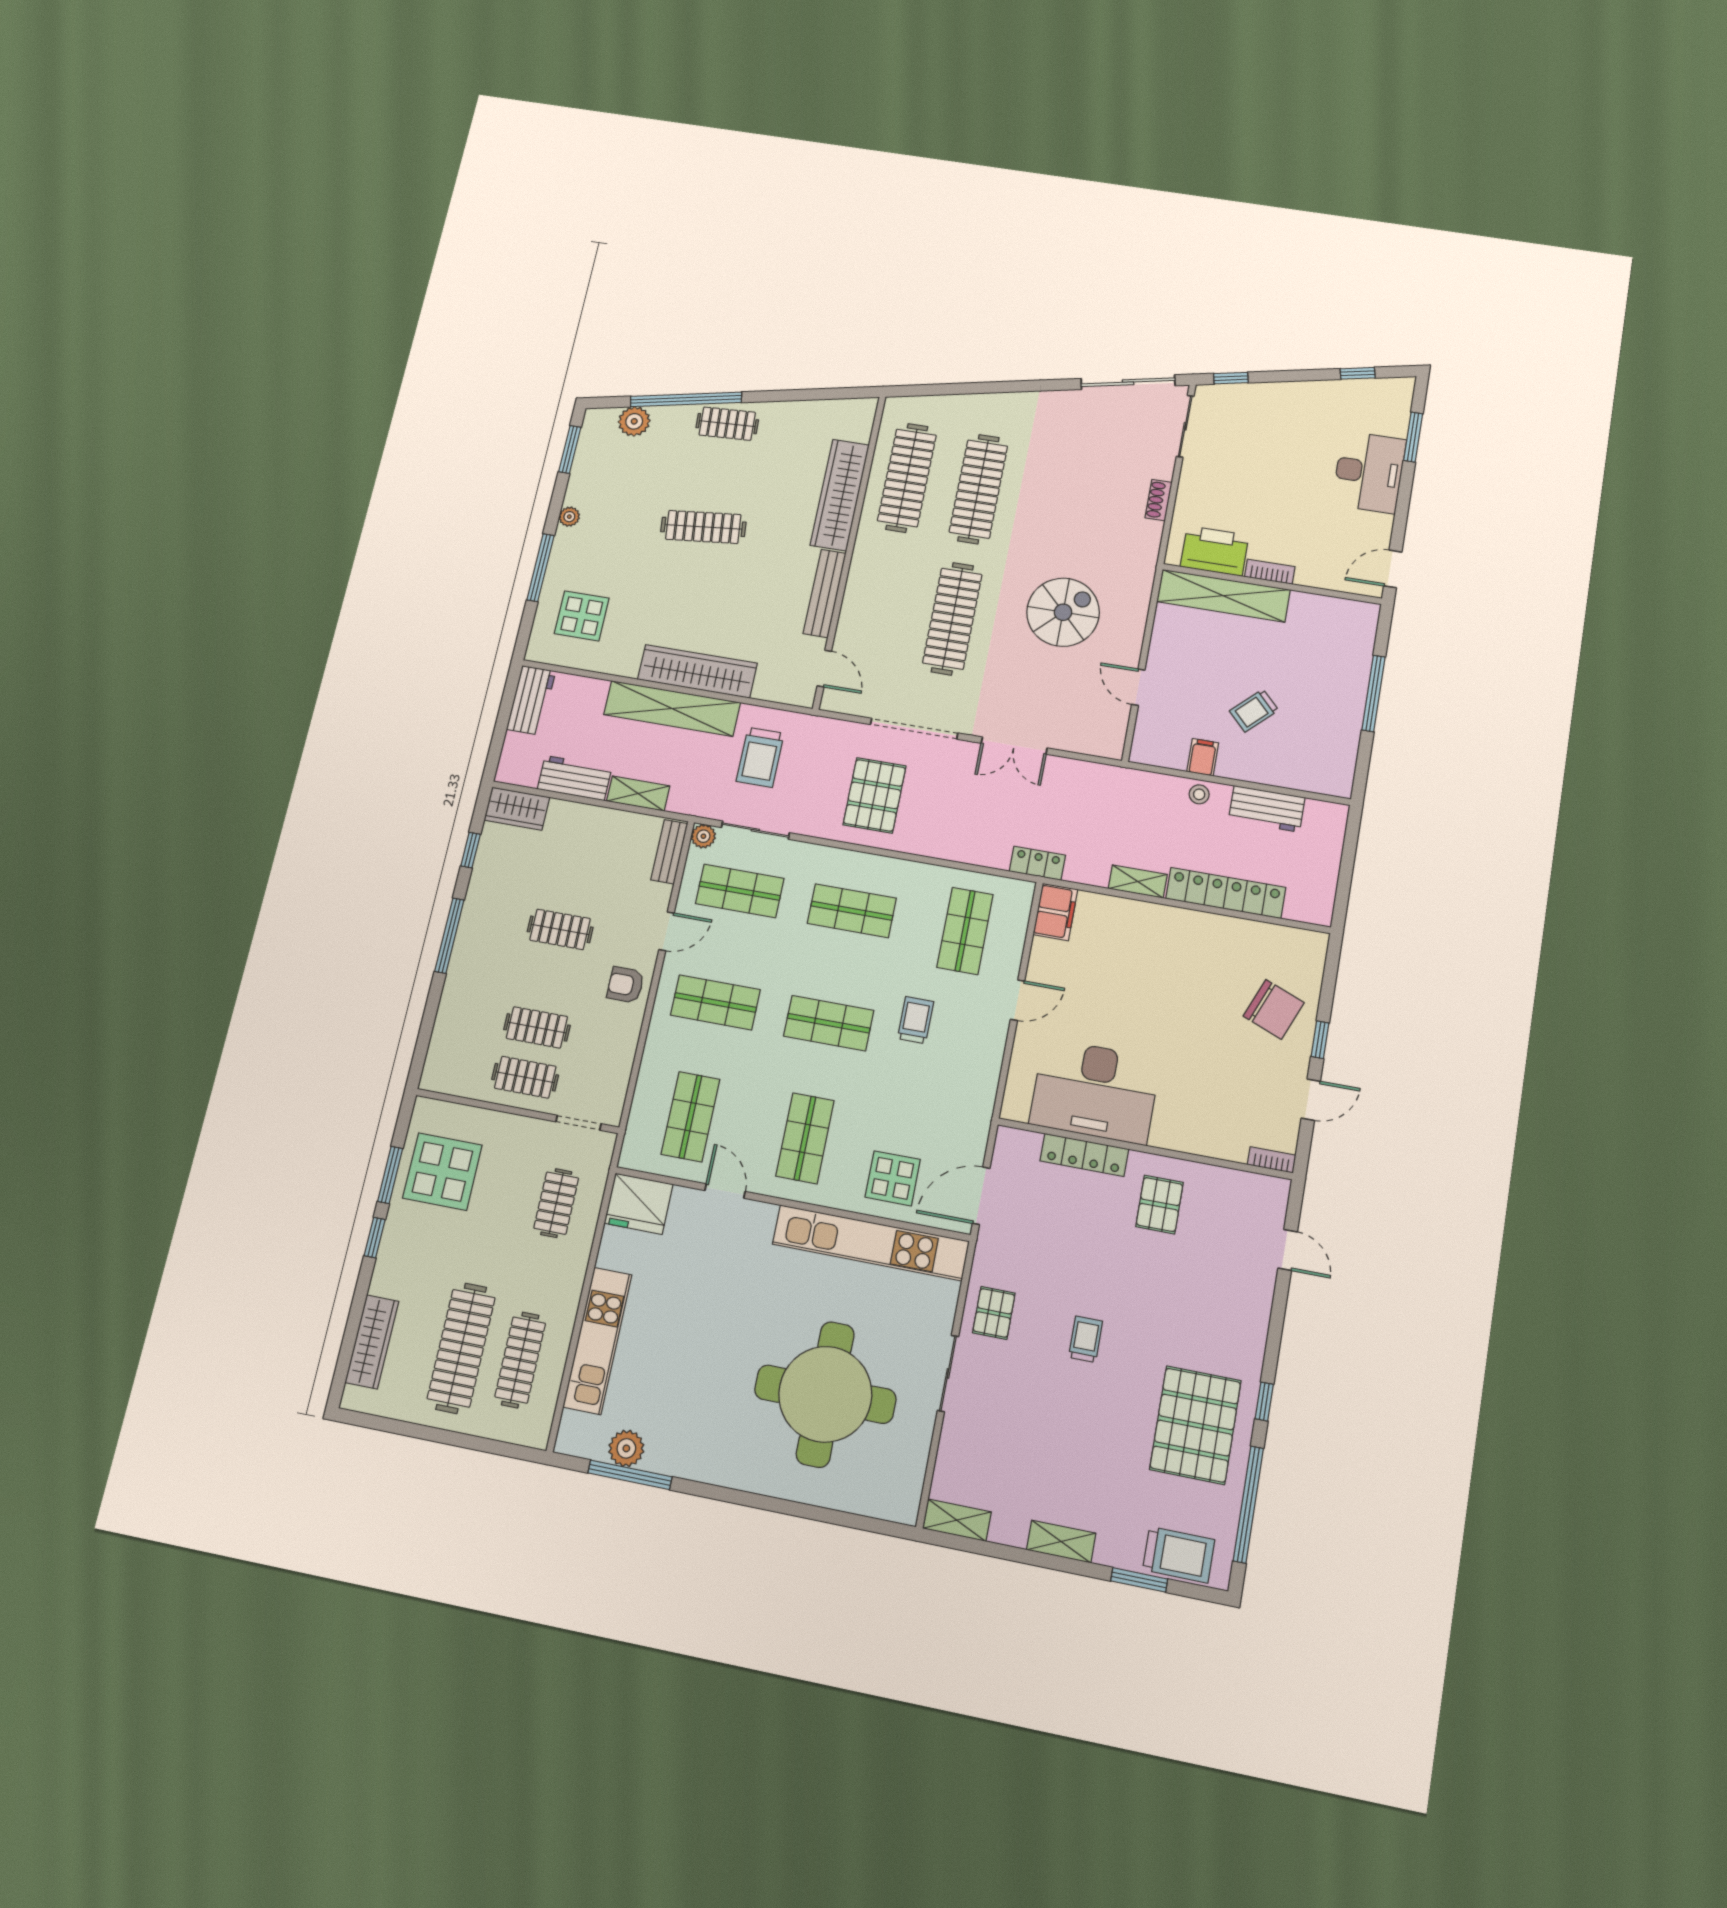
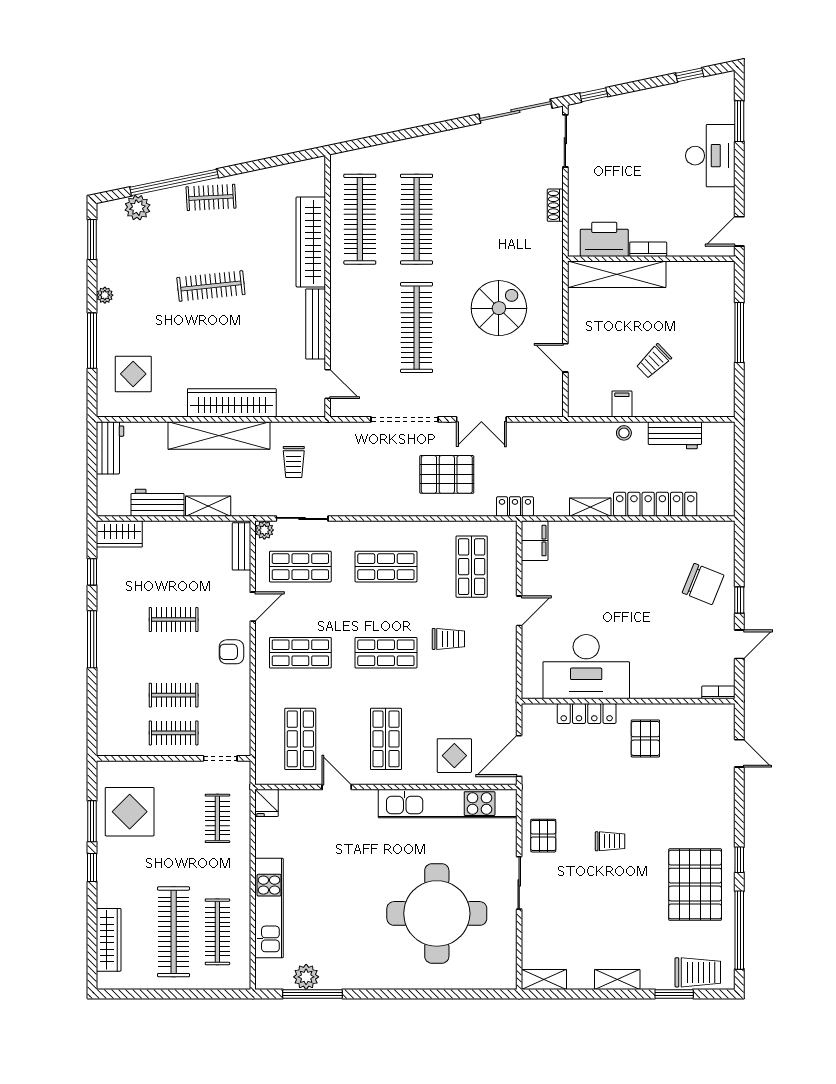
trolley: (760, 757) -> (294, 462), width x0.73, depth x0.72
pallet: (874, 795) -> (447, 474), moved, turned 90
trolley: (916, 1020) -> (448, 639), turned 90
fridge: (639, 1204) -> (267, 803), width x0.53, depth x0.75
trolley: (1086, 1339) -> (610, 841), turned 90

